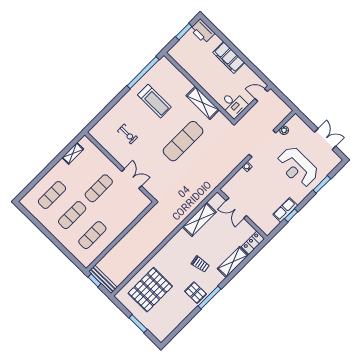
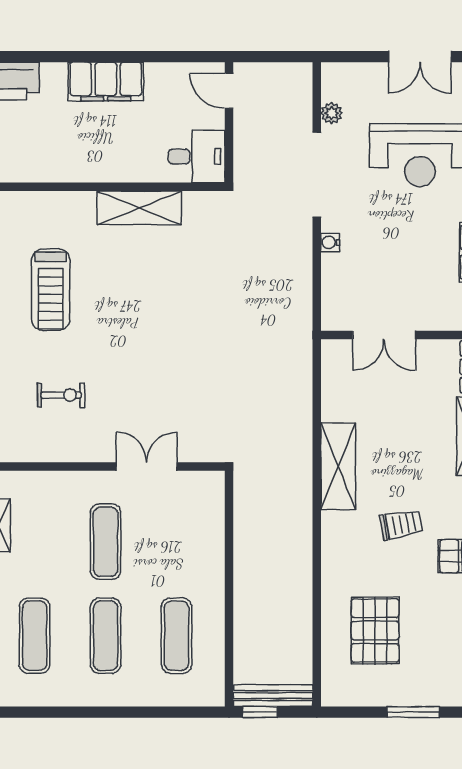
door: (261, 95) -> (229, 91), hinge flipped
treadmill: (154, 101) -> (51, 290), turned 90
double door: (325, 139) -> (420, 57), swing flipped
exercise mat: (183, 141) -> (172, 310), removed
shelving: (199, 219) -> (338, 466), moved
trolley: (200, 264) -> (401, 524), moved
pallet: (150, 290) -> (375, 630), width x0.73, depth x0.71

